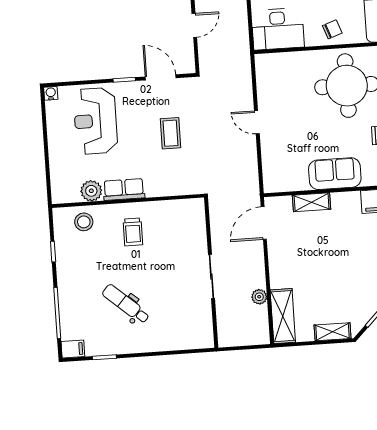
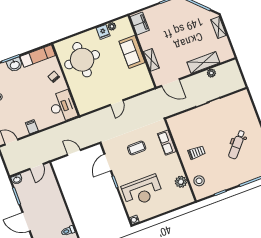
row of seats: (124, 189) -> (167, 143), moved
shelving: (283, 316) -> (203, 63), moved

